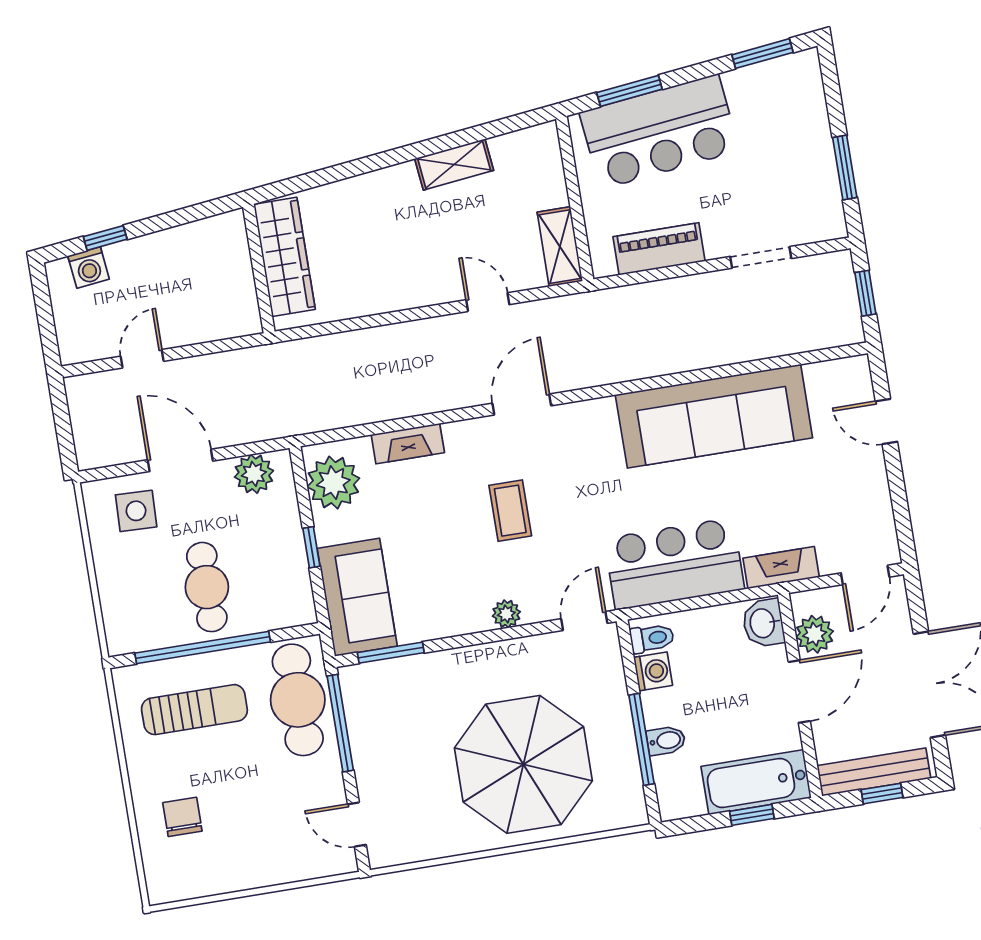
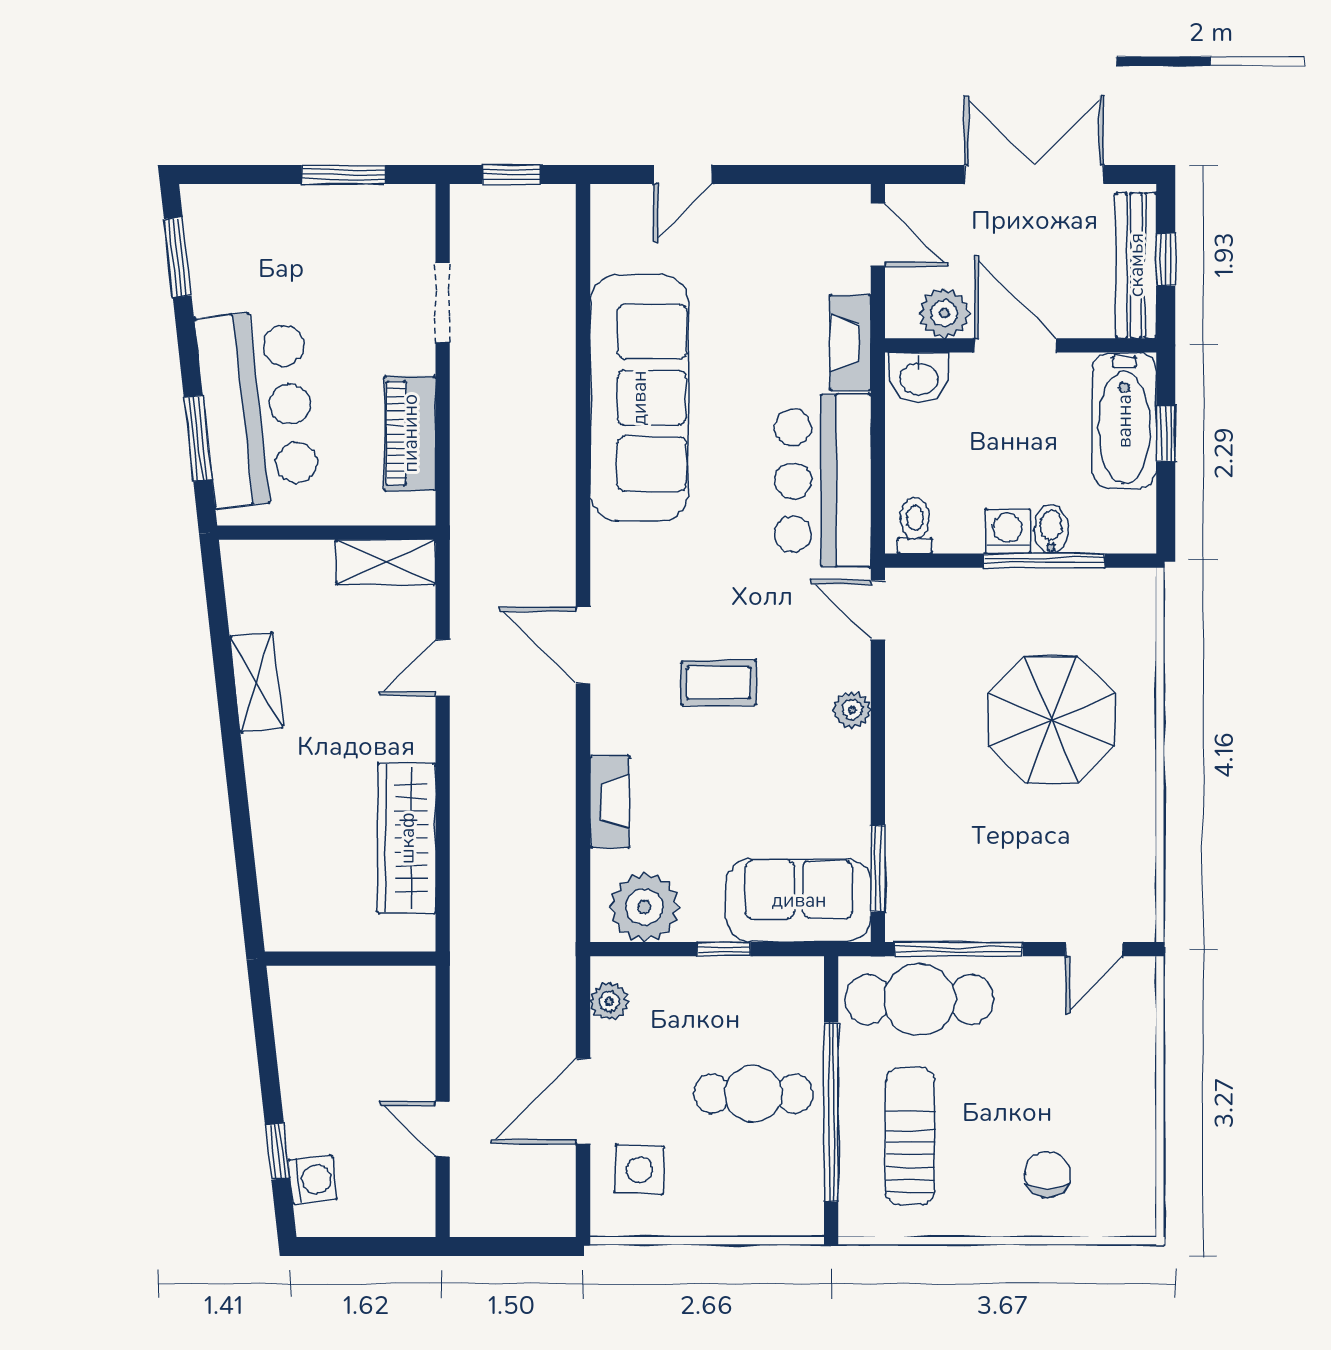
wardrobe: (284, 257) -> (407, 838), moved, turned -90
plant: (254, 474) -> (609, 1001), width x0.73, depth x0.73
washing machine: (653, 671) -> (1008, 531), moved
parasol: (523, 764) -> (1051, 720), width x0.73, depth x0.73
chair: (182, 817) -> (1047, 1175), turned 90

